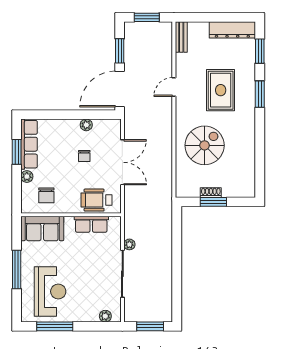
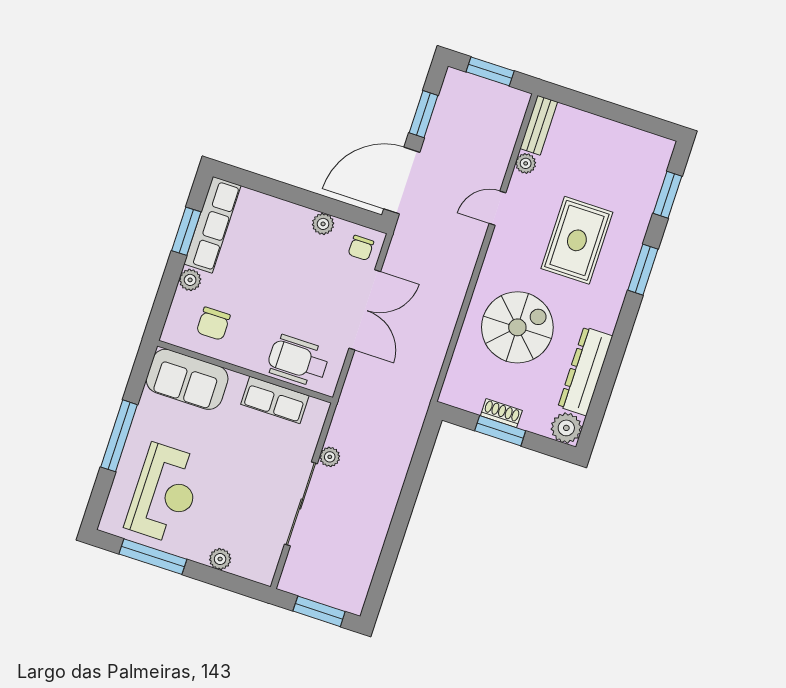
dresser: (232, 30) -> (585, 371), moved, turned 90
plant: (181, 59) -> (526, 163), added
chair: (84, 156) -> (361, 248), moved
plant: (247, 189) -> (566, 428), added
plant: (105, 316) -> (220, 559), moved

